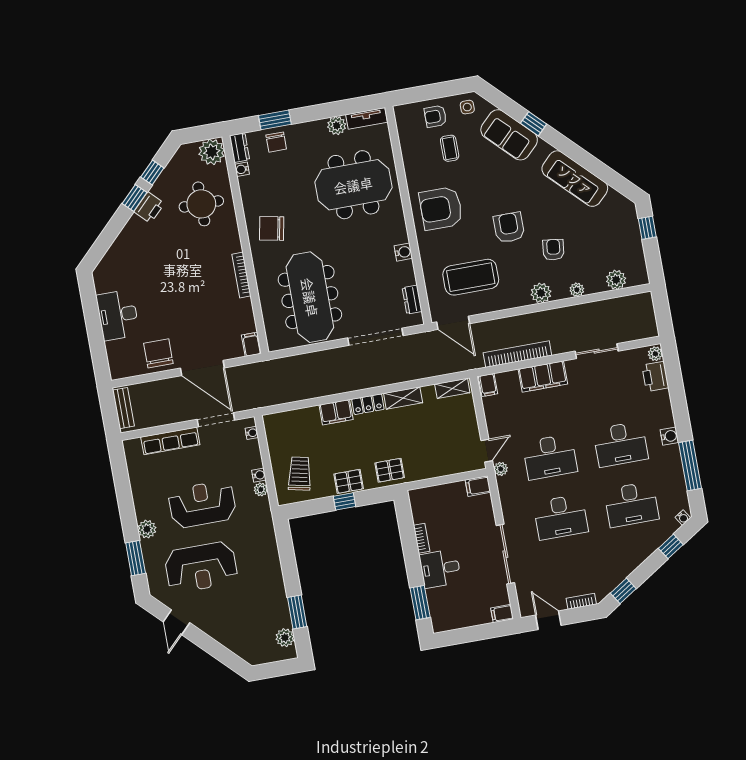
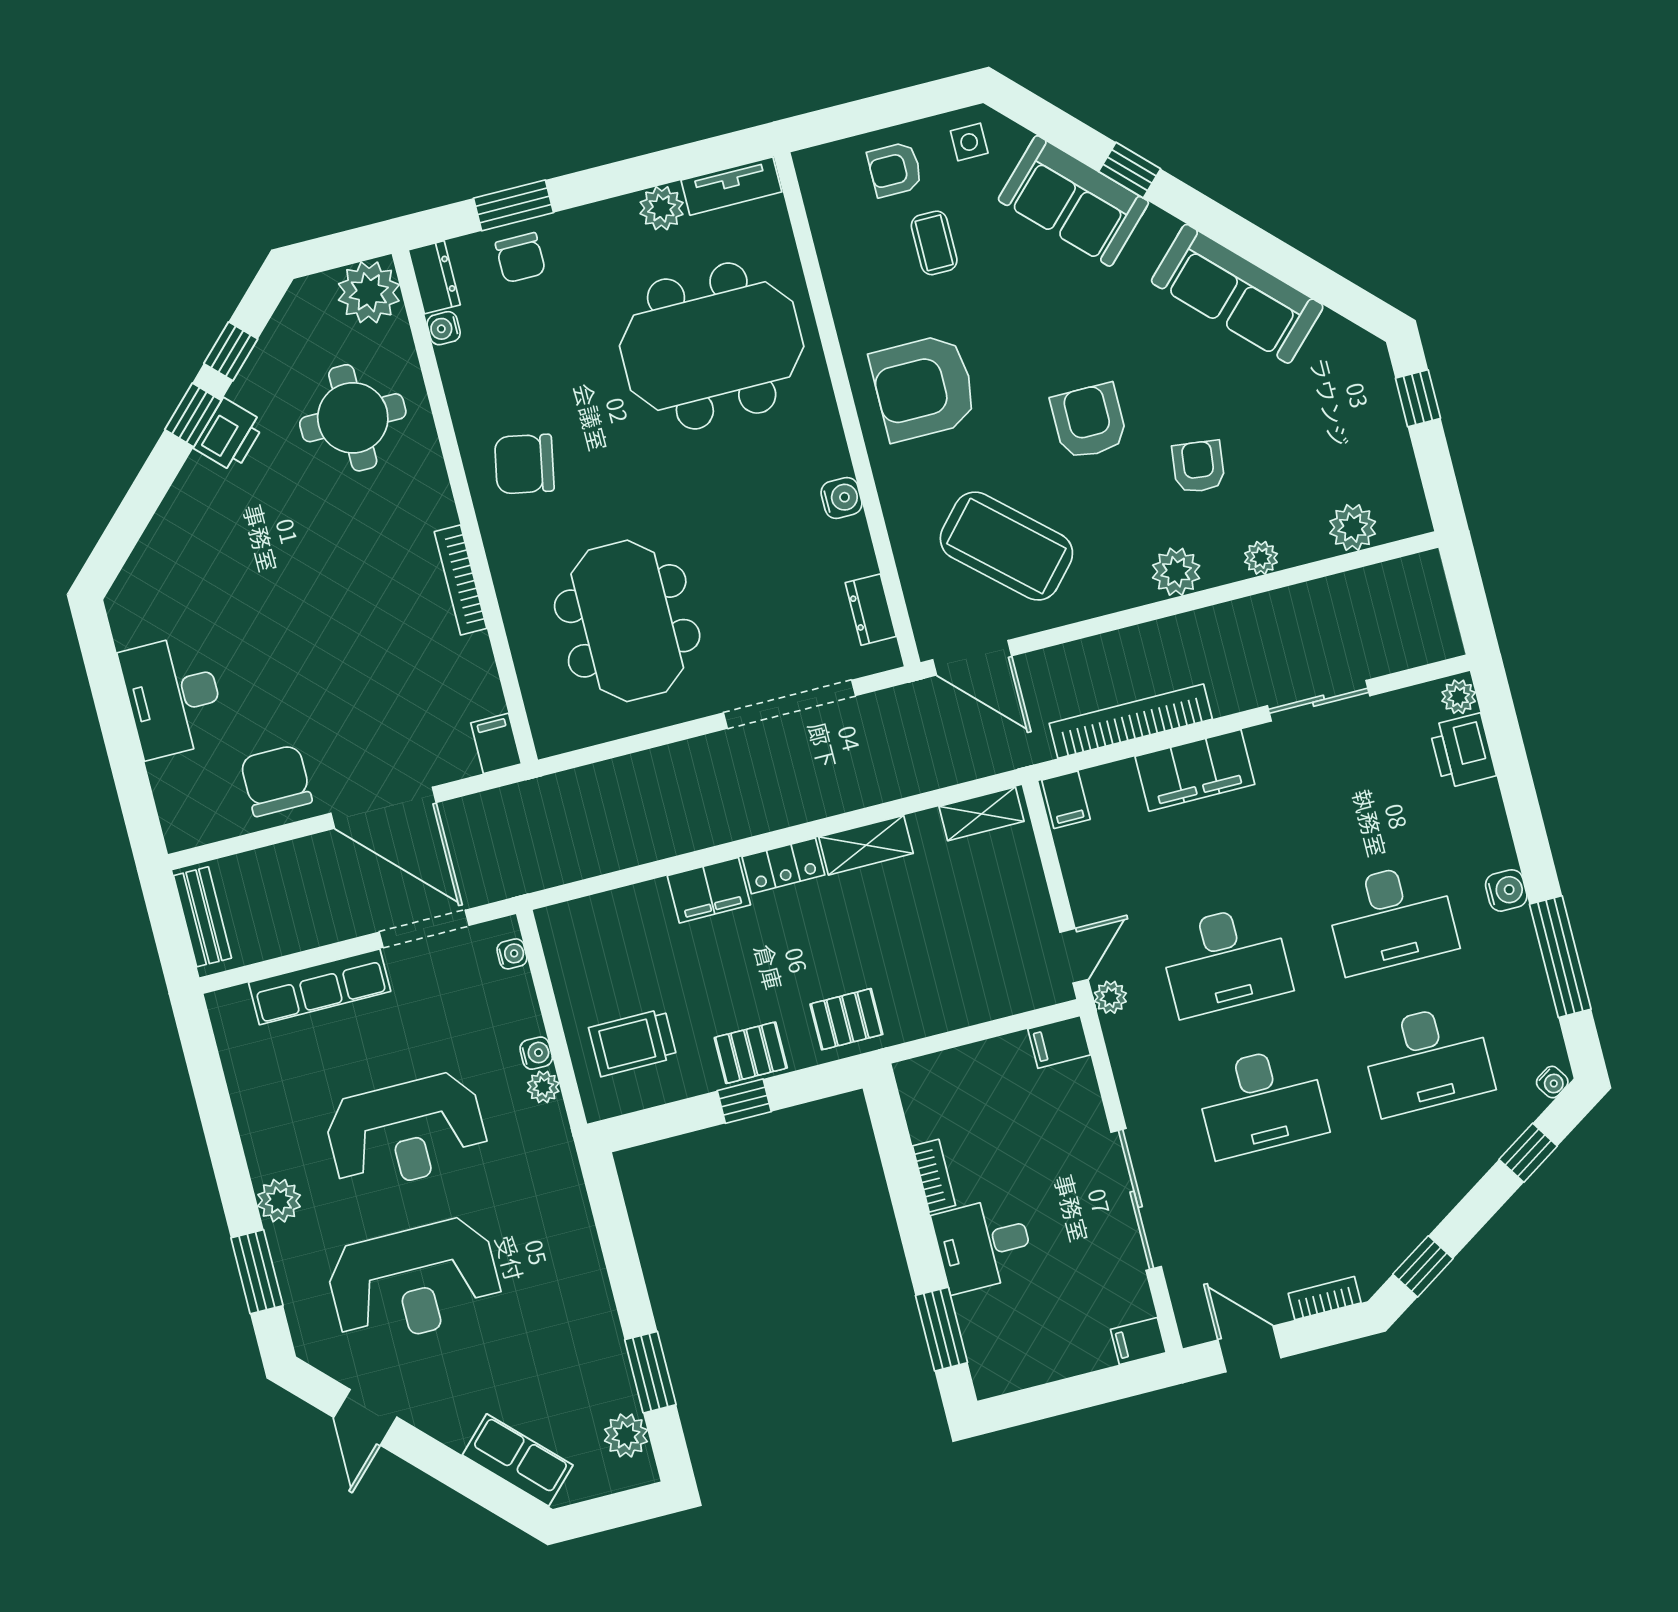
coffee table: (471, 277) -> (1006, 546), turned 42
meeting table: (310, 297) -> (627, 621), width x0.73
trolley: (300, 474) -> (633, 1043), turned -102
reception desk: (202, 504) -> (406, 1132), turned 180
row of seats: (239, 645) -> (518, 1460), added

